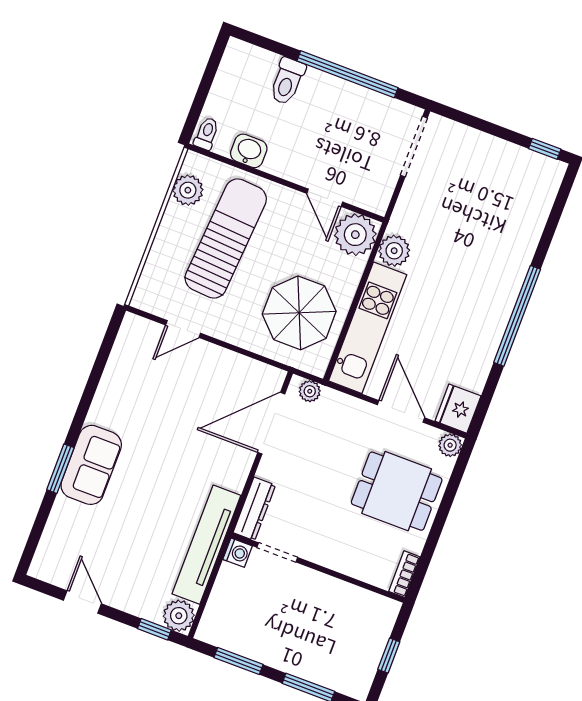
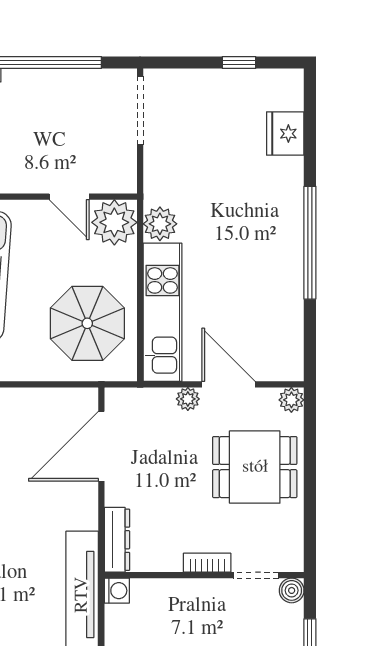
window: (545, 149) -> (239, 62), moved
plant: (310, 391) -> (188, 399), moved
fridge: (458, 409) -> (285, 134), moved
doorway: (277, 552) -> (256, 575), moved
bookcase: (404, 574) -> (207, 563), moved, turned 90
boiler: (388, 609) -> (292, 590), added

